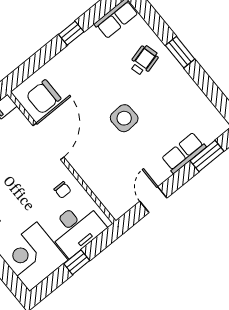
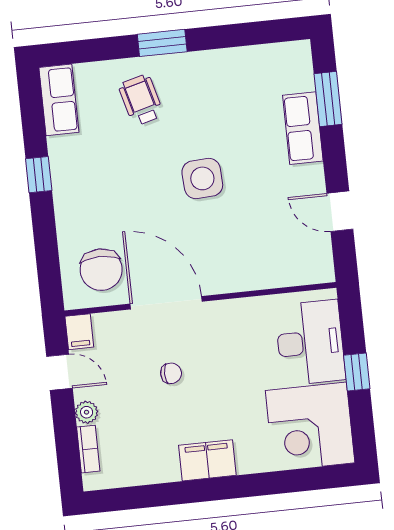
chair: (62, 190) -> (171, 373), moved

